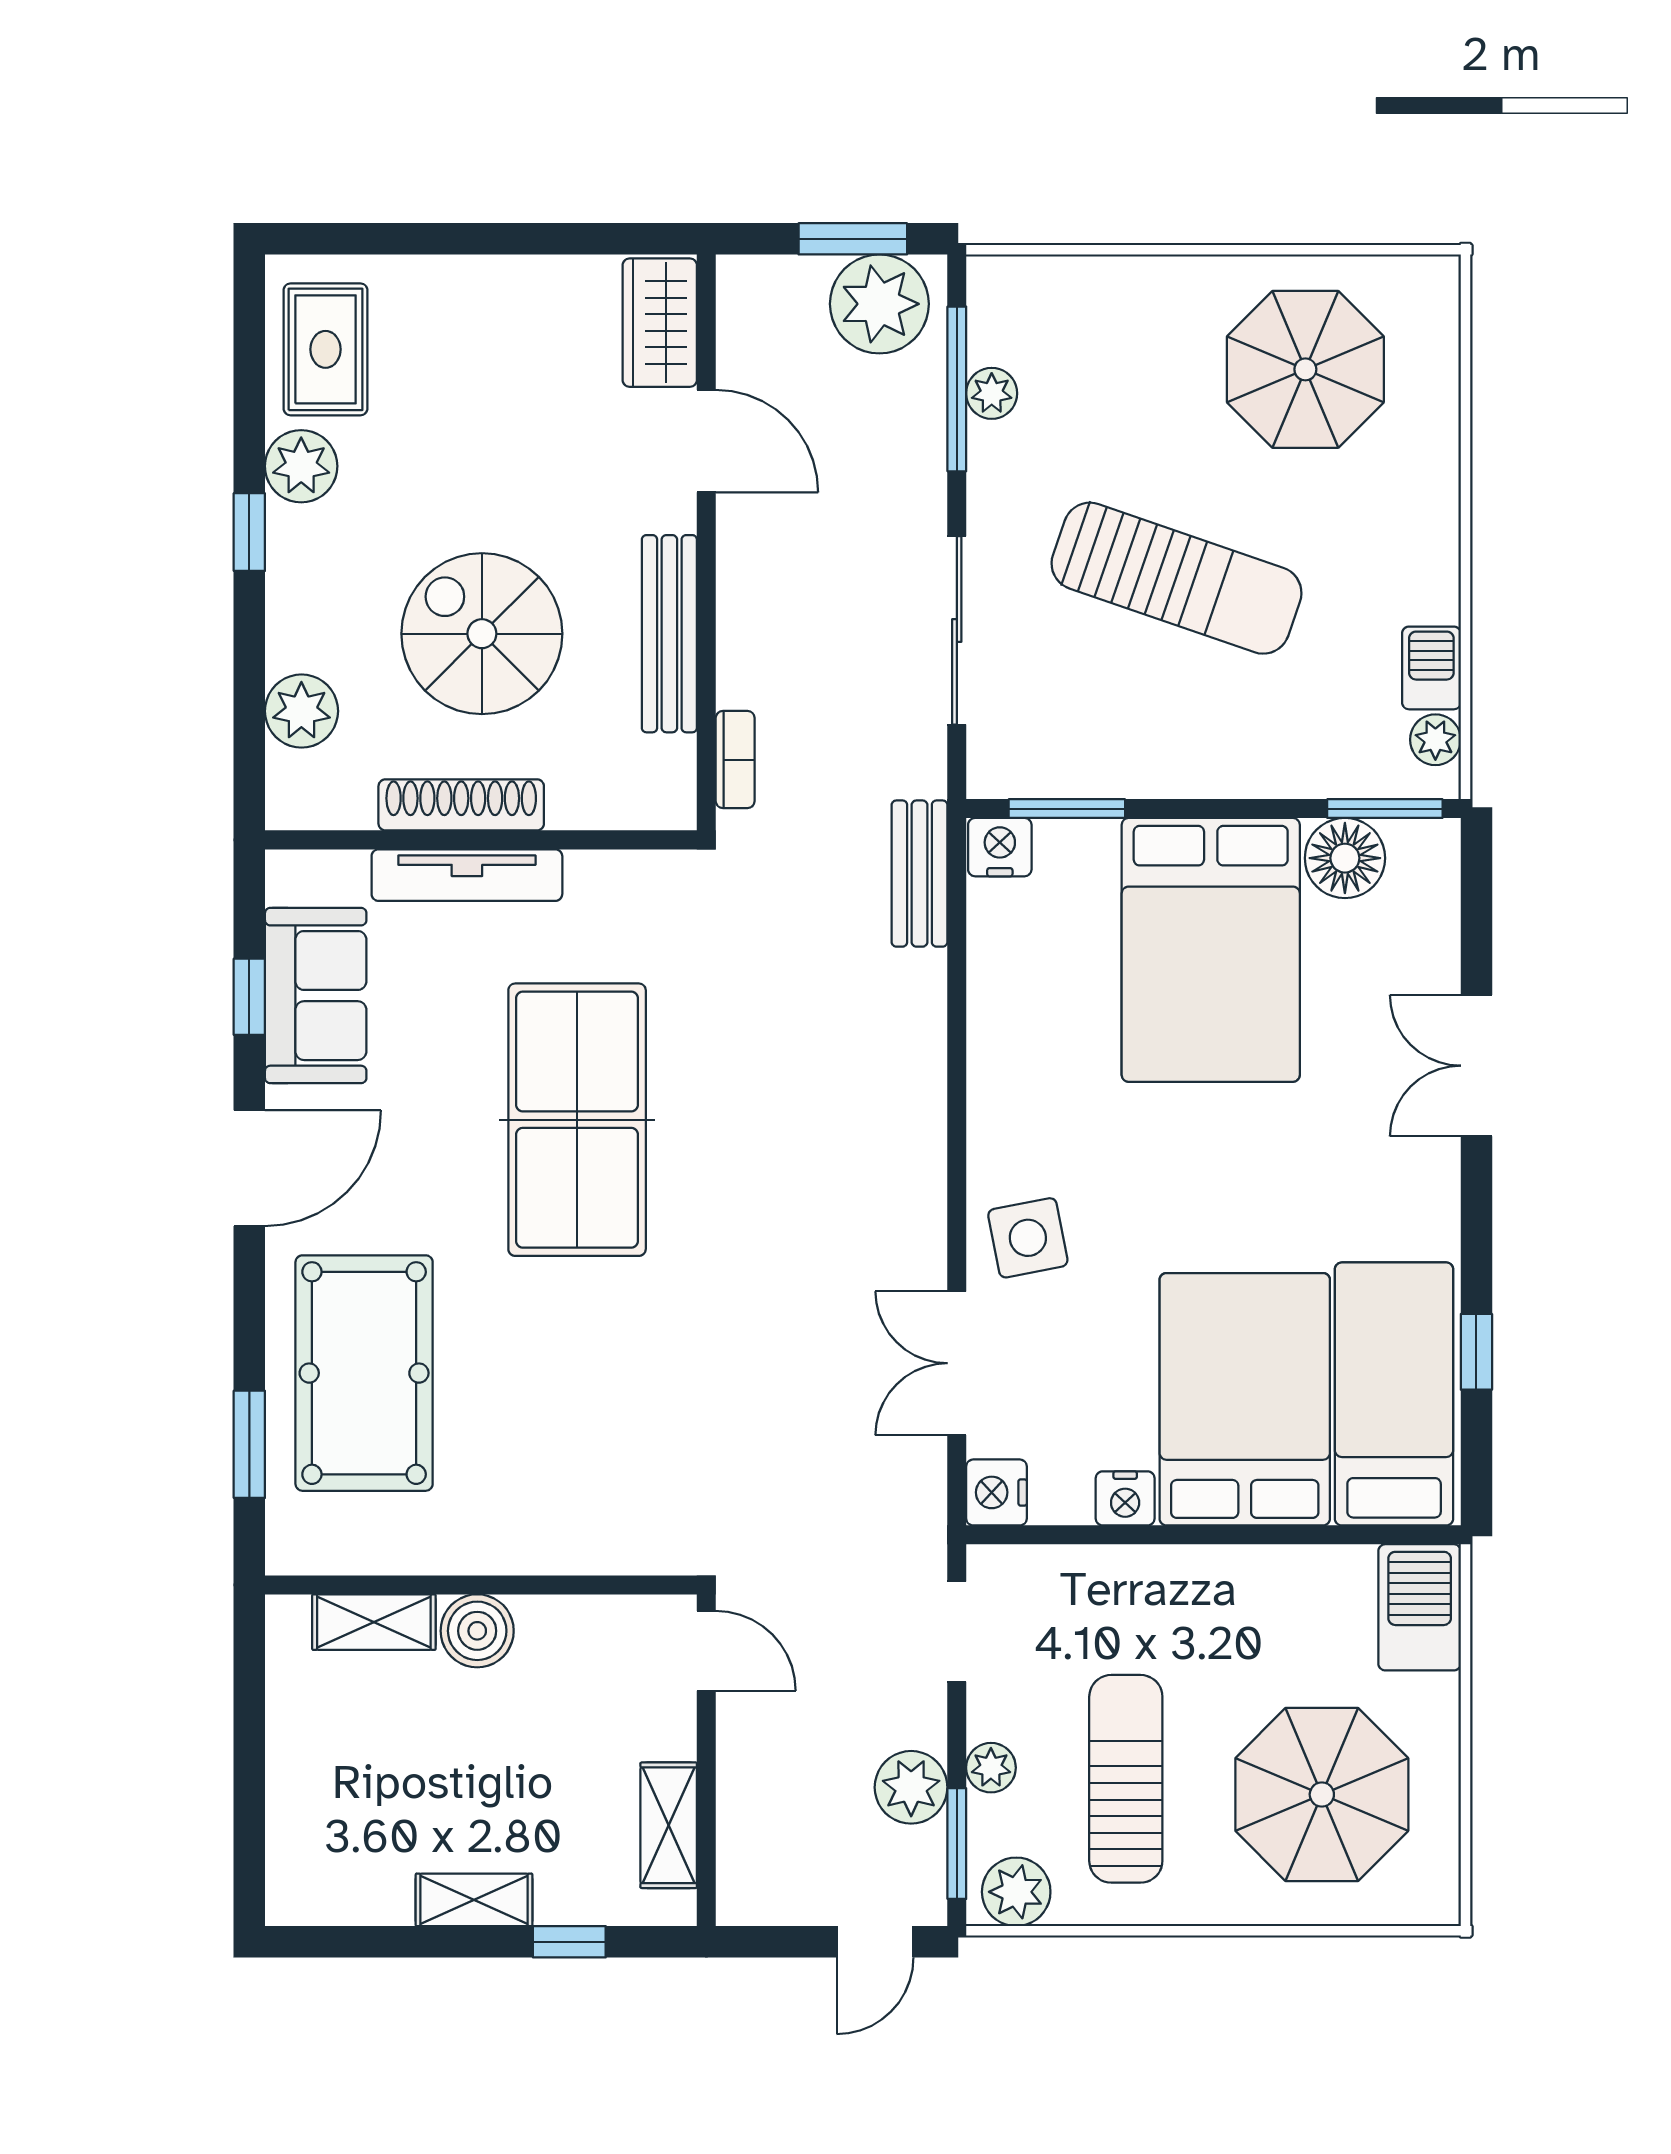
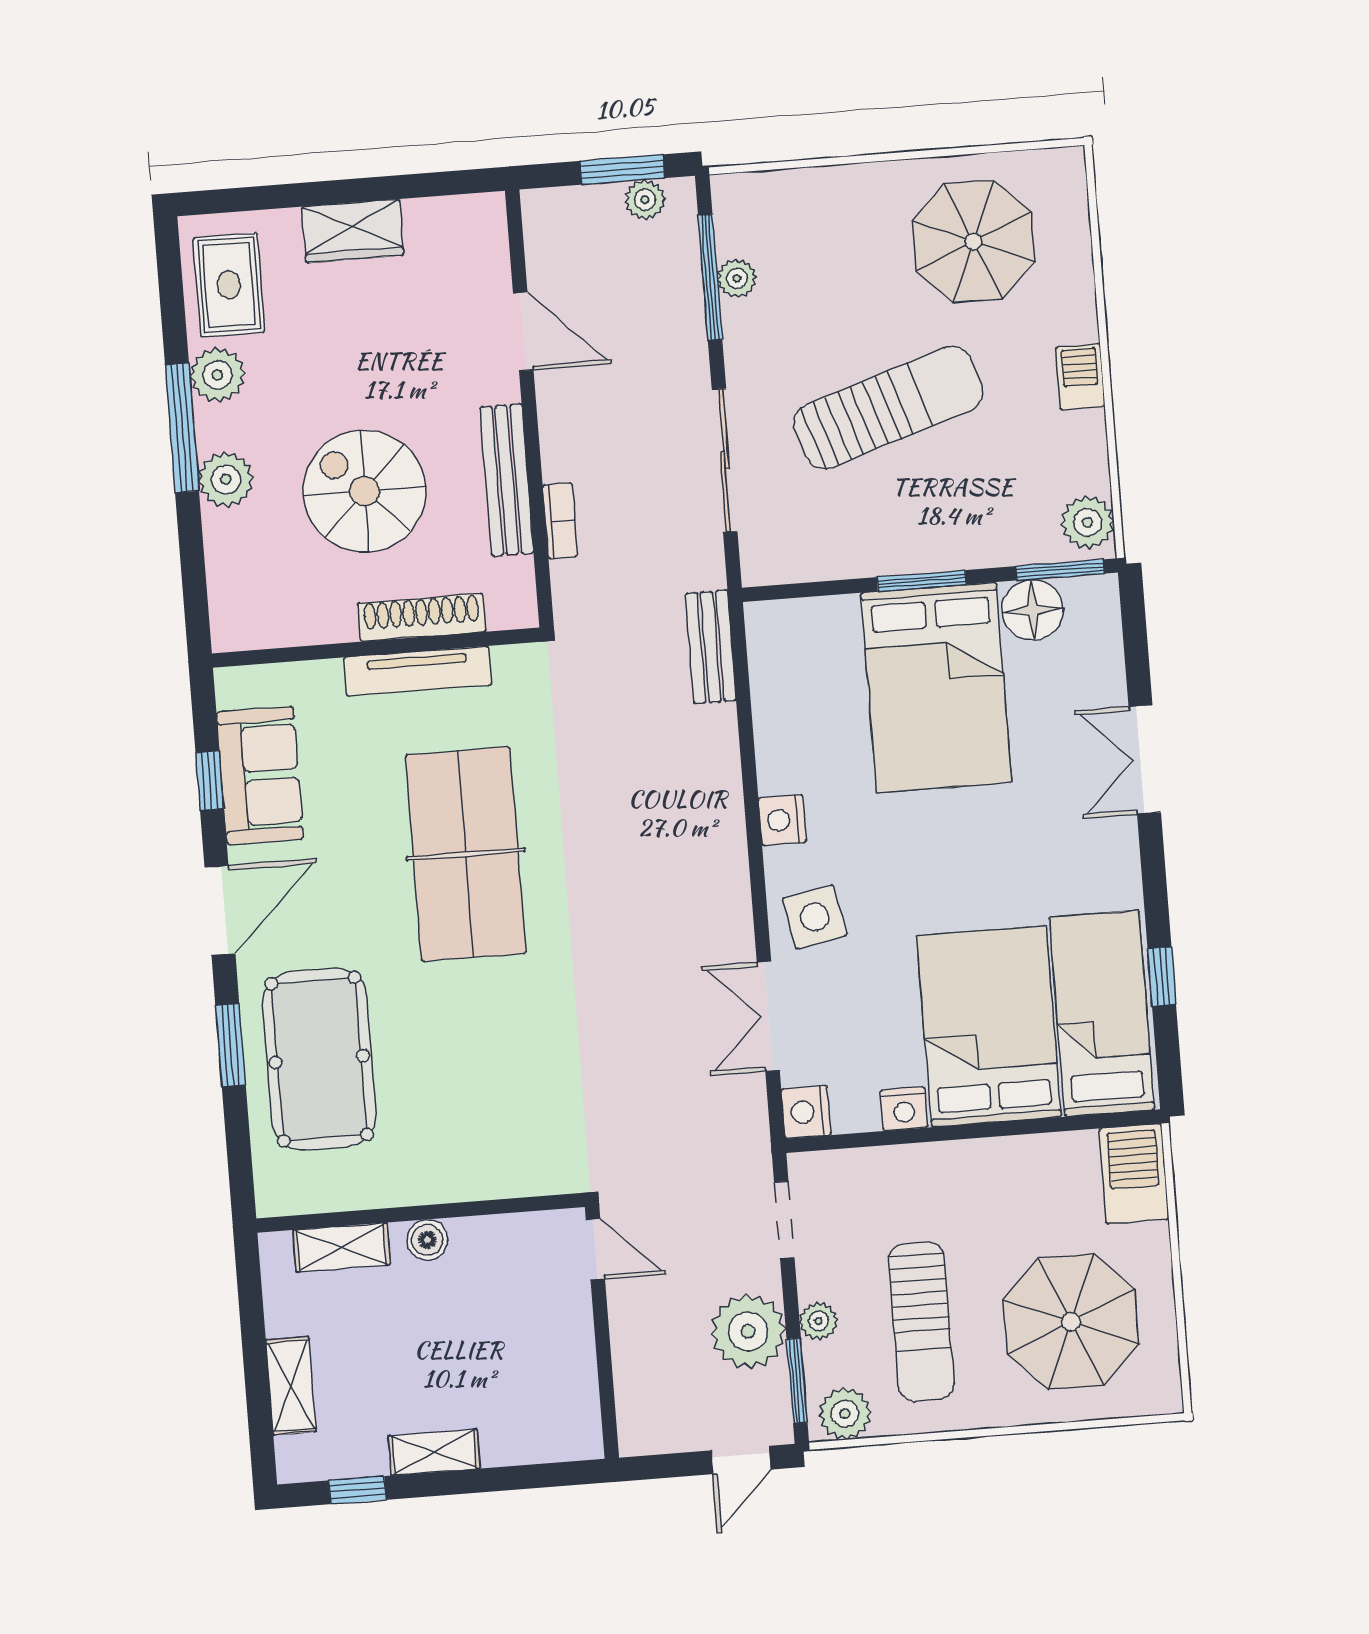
plant: (879, 304) -> (645, 200), width x0.53, depth x0.53
wardrobe: (660, 323) -> (353, 231), moved, turned -90
window: (249, 532) -> (182, 428), width x2.17
sun lounger: (1176, 578) -> (888, 408), turned -37
barbecue: (1431, 668) -> (1080, 377), moved
plant: (301, 711) -> (226, 479), moved
plant: (1435, 740) -> (1088, 522), width x1.38, depth x1.38
bookcase: (735, 760) -> (560, 521), moved
shoe rack: (461, 805) -> (422, 617), moved
window: (1067, 809) -> (922, 581), moved
nightstand: (1000, 847) -> (782, 820), moved, turned -90
tv unit: (467, 875) -> (418, 671), moved
window: (249, 1444) -> (231, 1045), moved
boiler: (477, 1631) -> (427, 1240), width x0.73, depth x0.73
sun lounger: (1126, 1779) -> (921, 1321), turned 180
plant: (911, 1787) -> (748, 1331), width x1.36, depth x1.36
shelving: (669, 1825) -> (291, 1386), moved
window: (569, 1942) -> (357, 1490), moved

